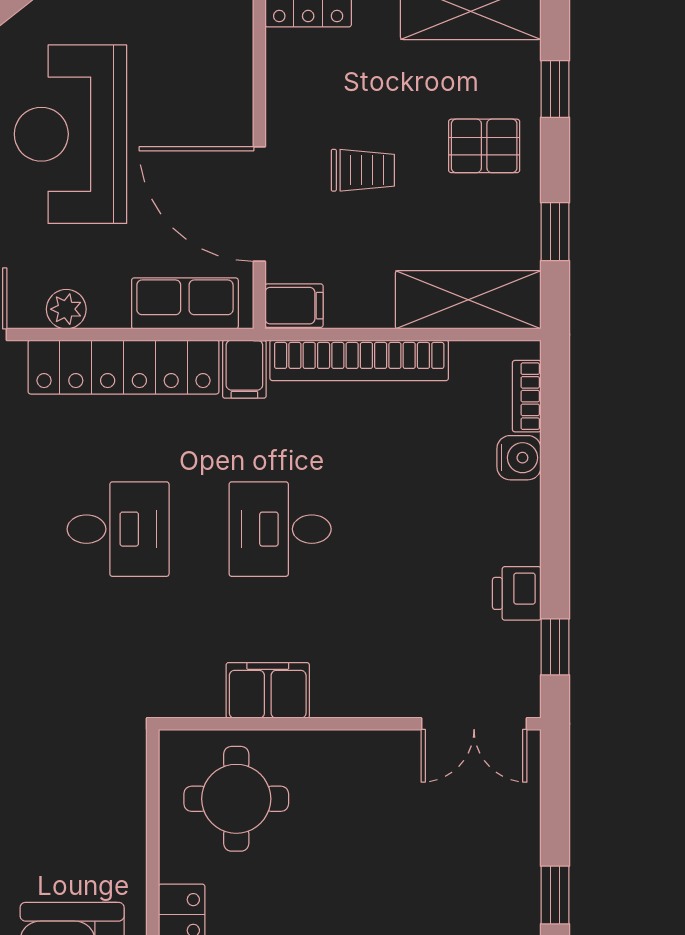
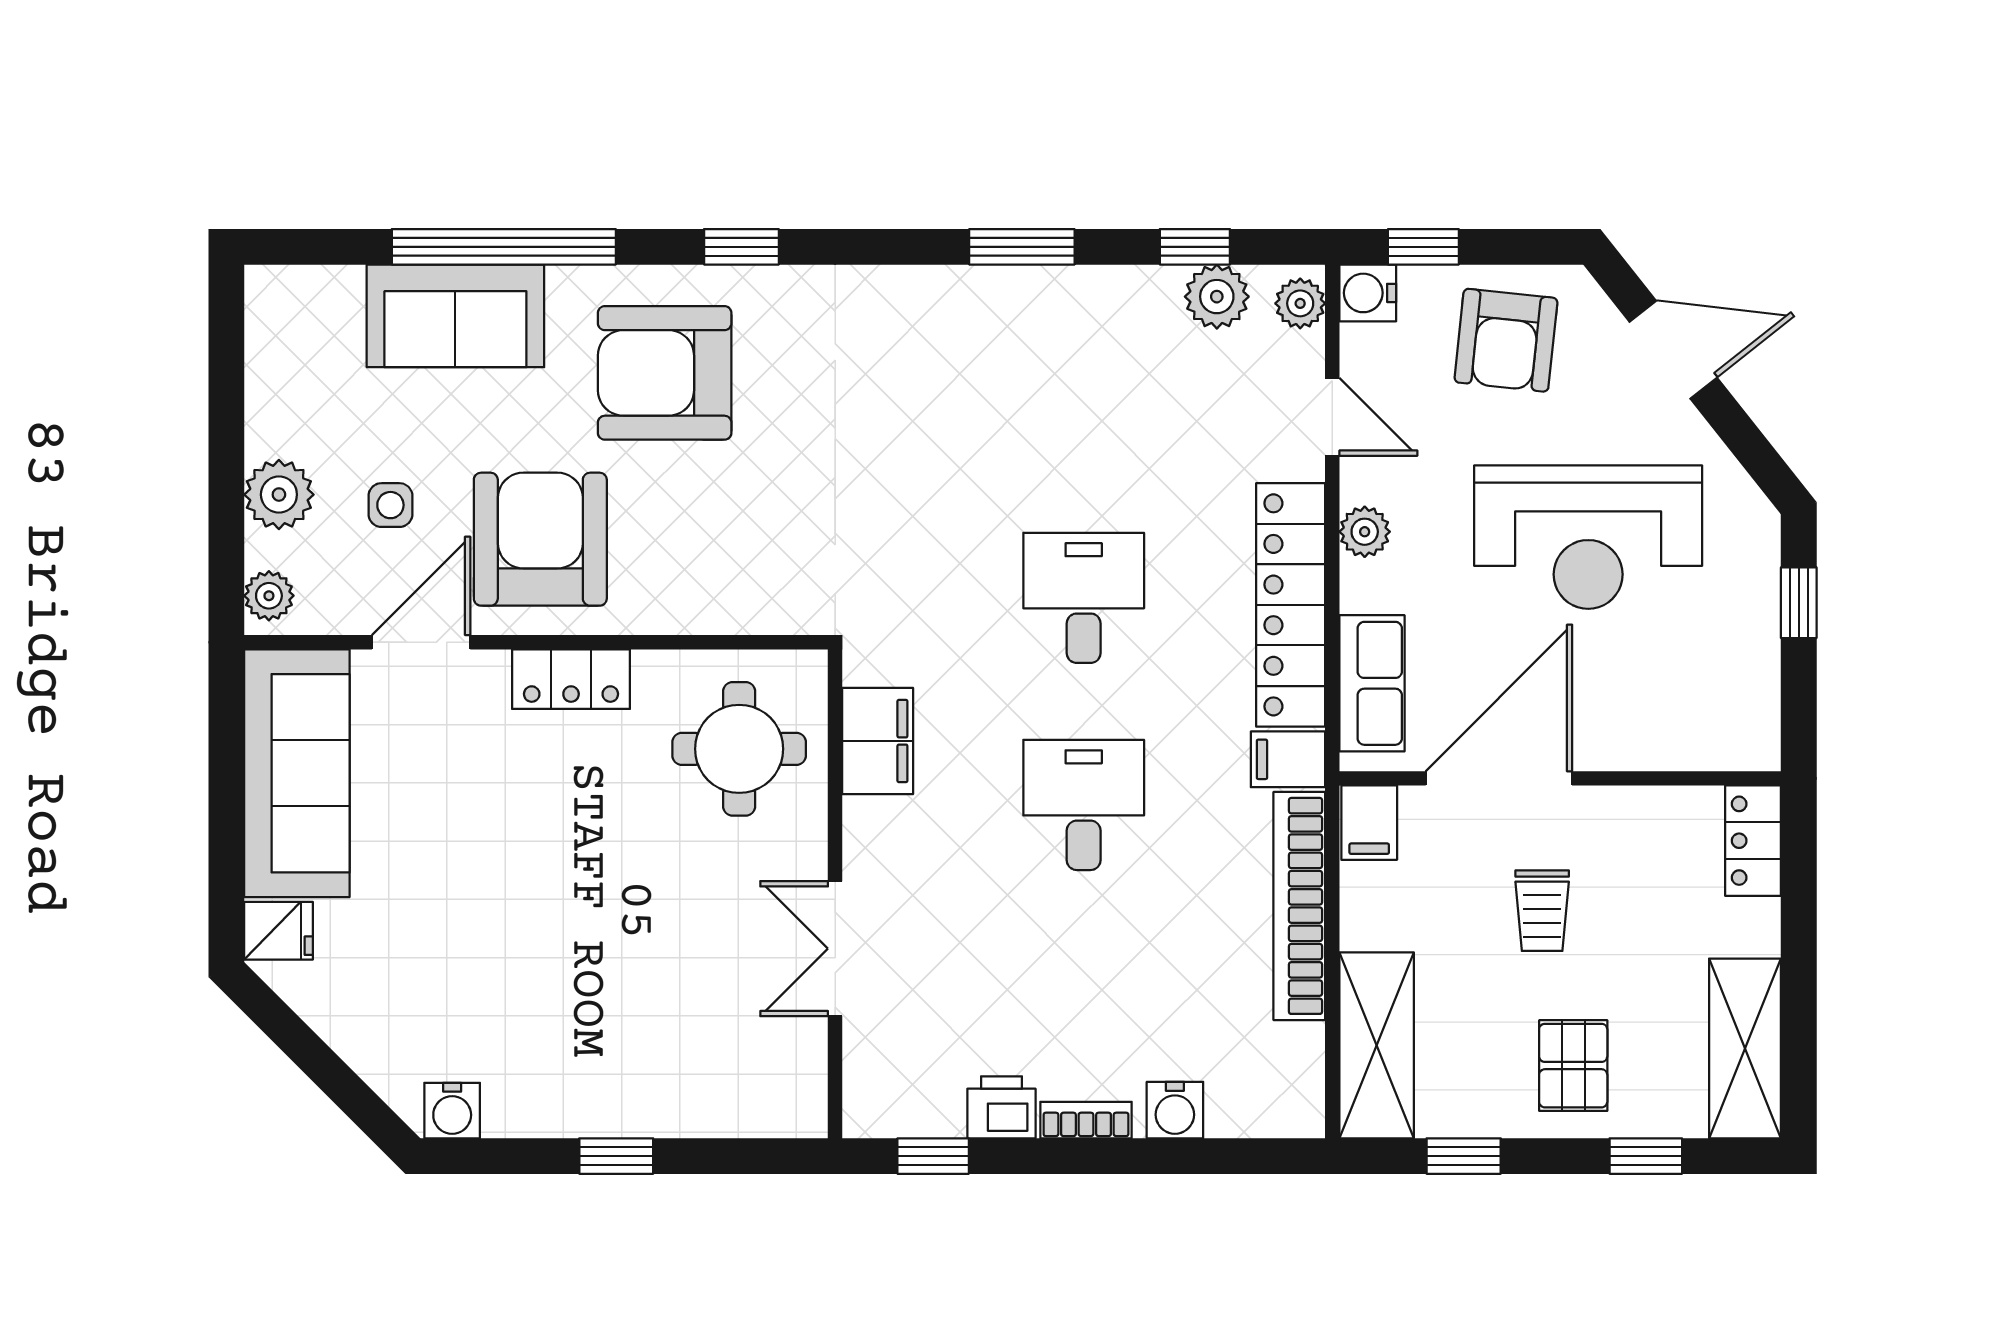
reception desk: (71, 134) -> (1588, 537), turned 180
bookcase: (527, 396) -> (1086, 1120), moved
desk: (118, 529) -> (1084, 598), turned 180
filing cabinet: (268, 690) -> (878, 741), moved
double door: (474, 724) -> (835, 949), moved

